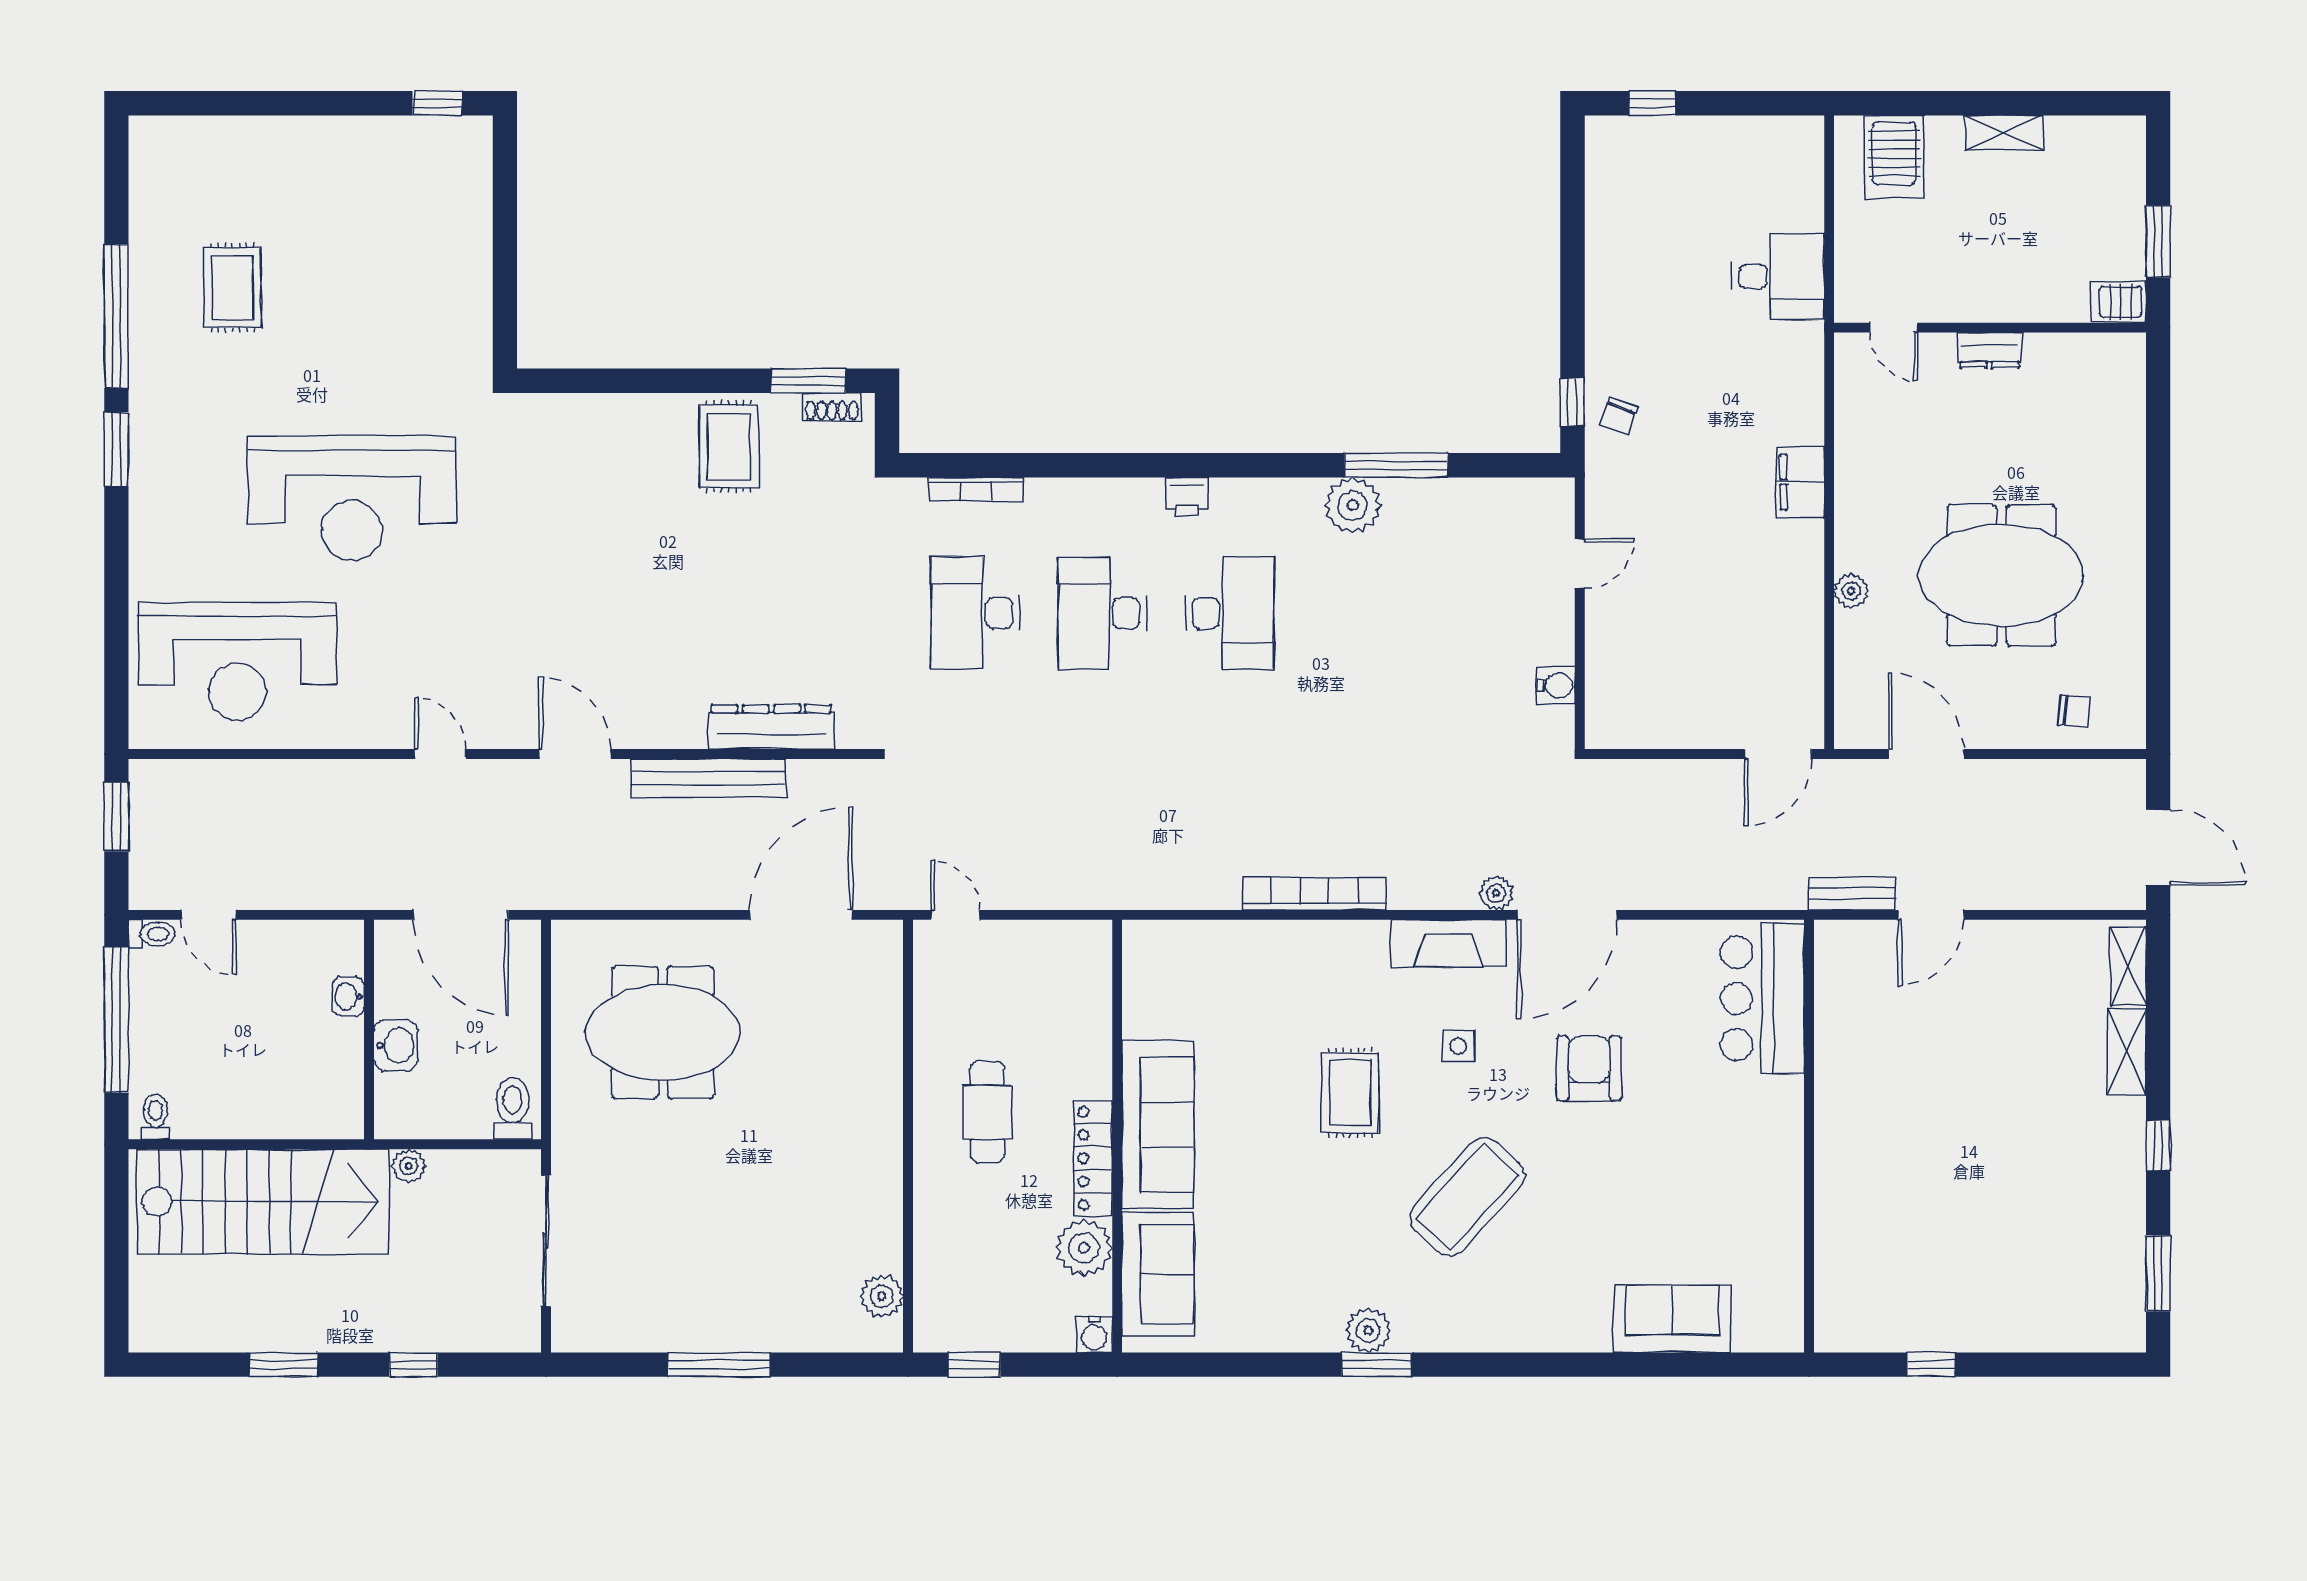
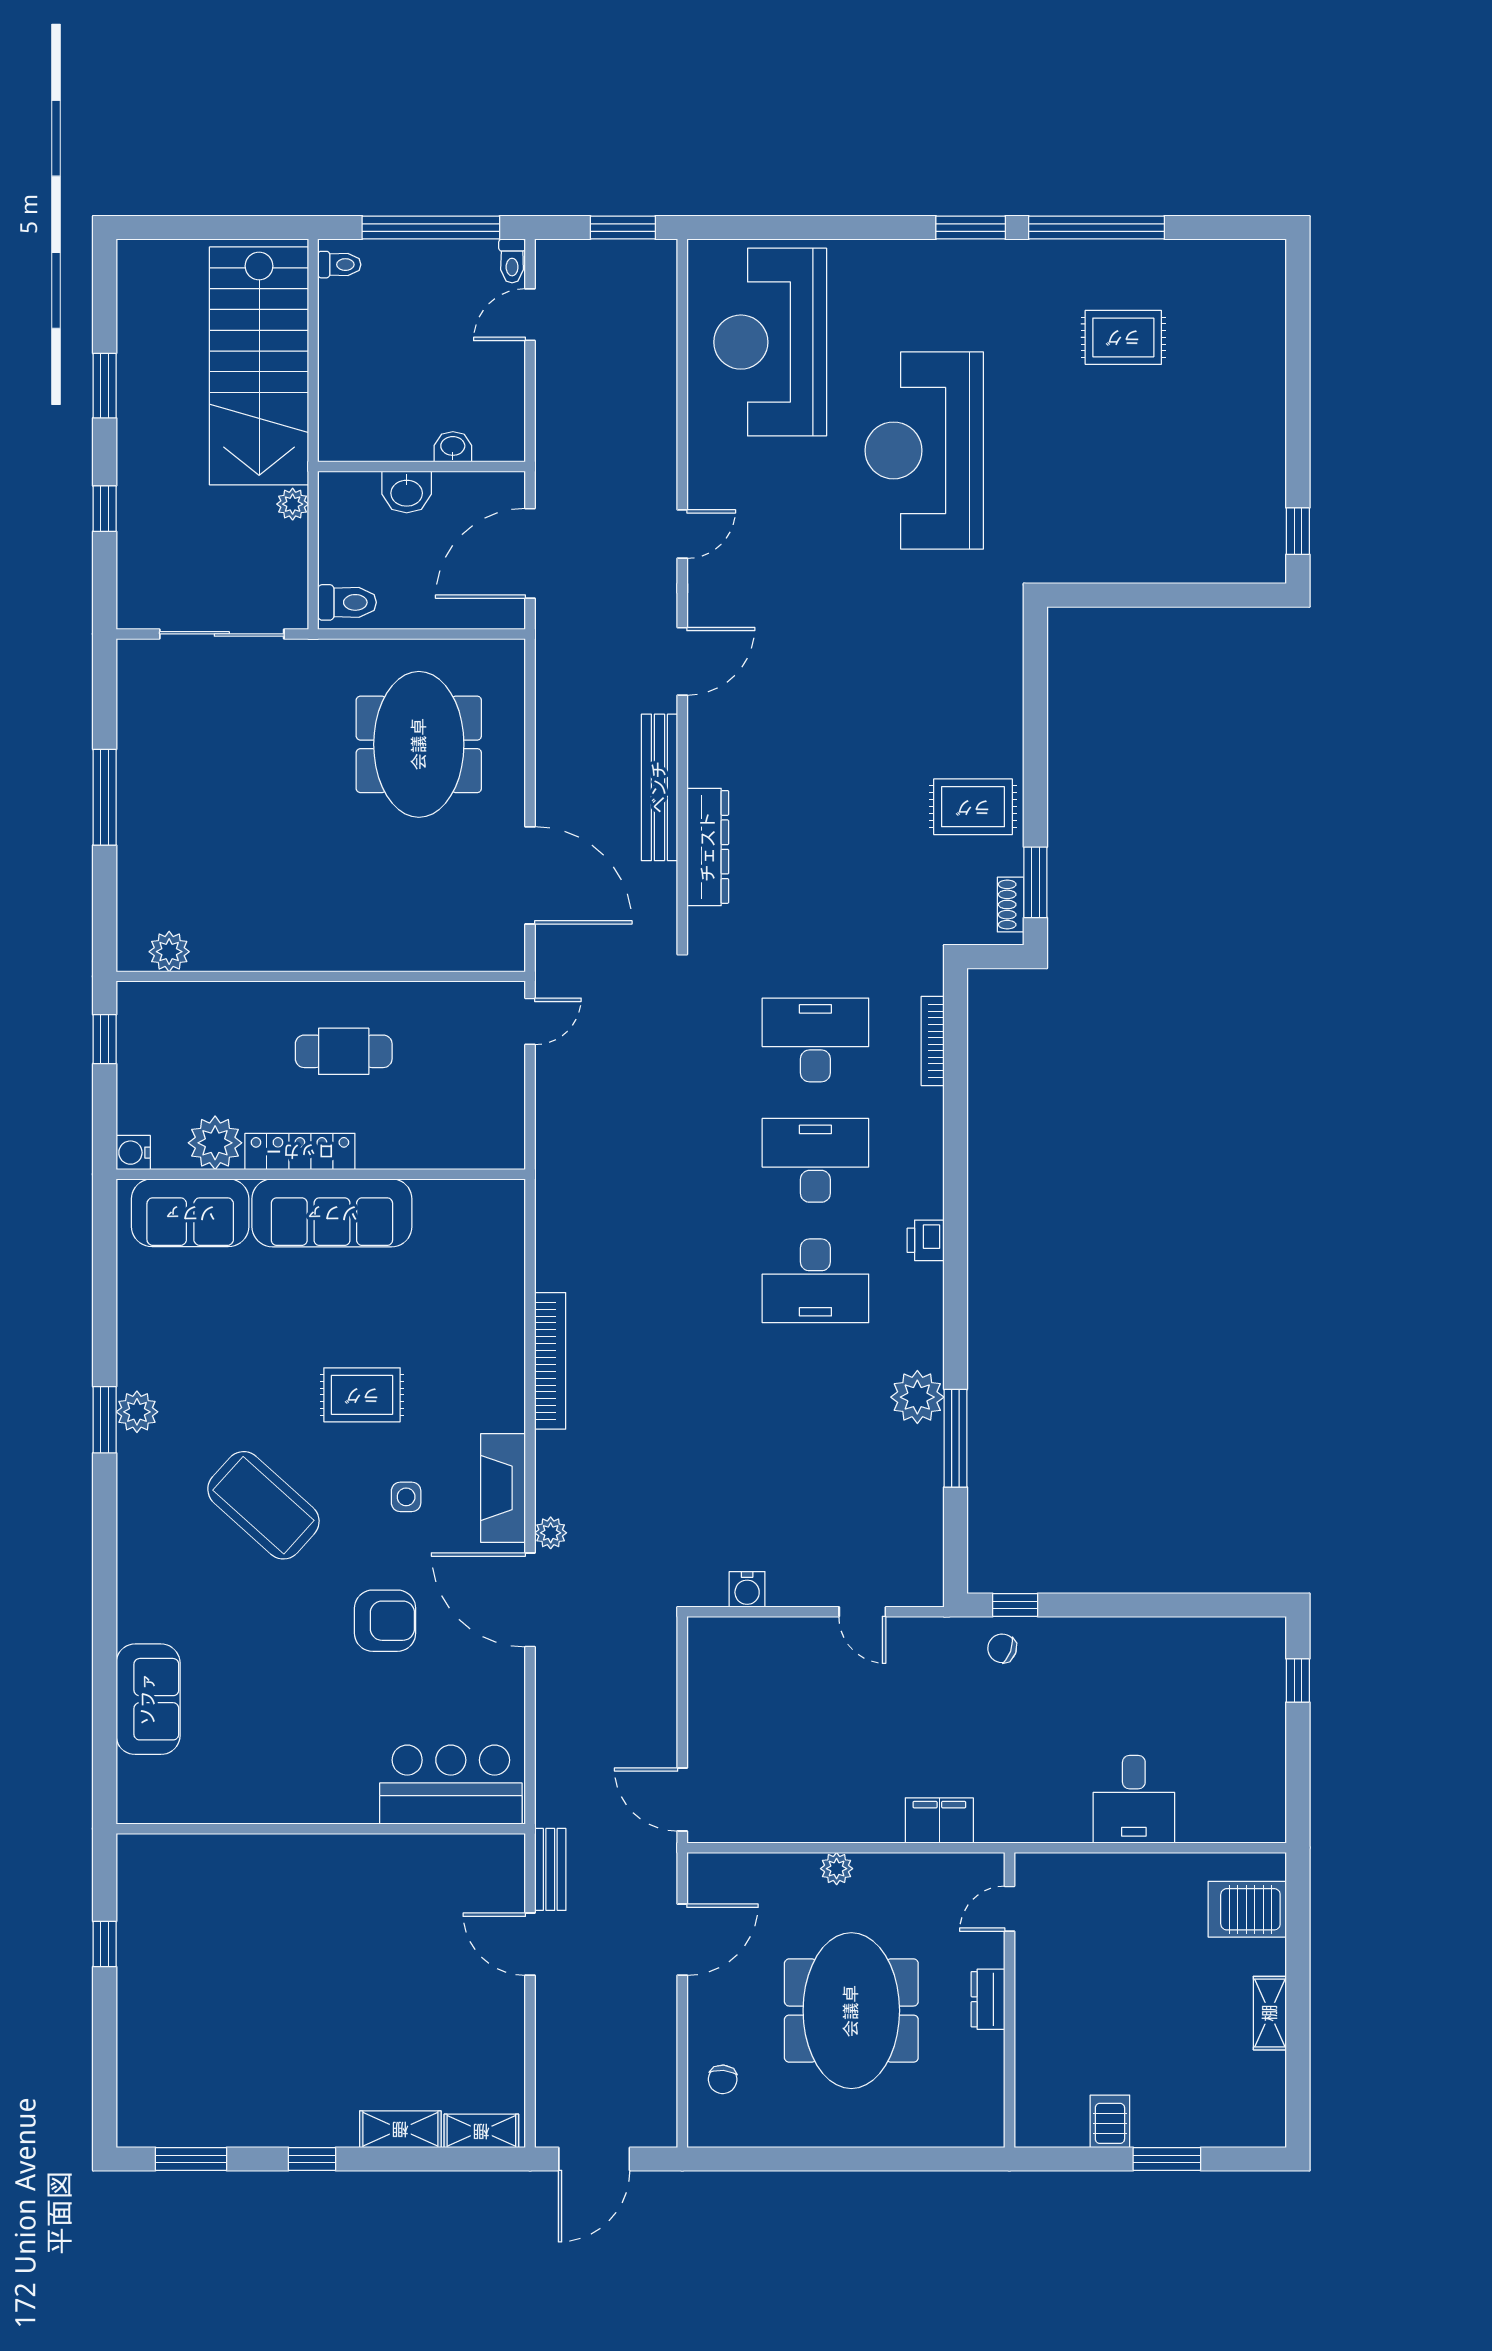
door: (1894, 328) -> (1009, 1909), moved
wall: (1990, 328) -> (1009, 2000), moved
dresser: (1989, 350) -> (988, 1999), moved

